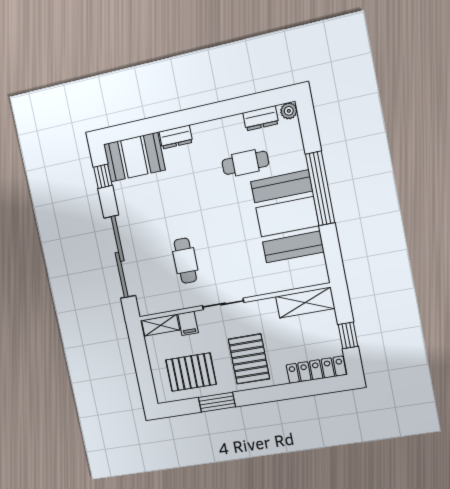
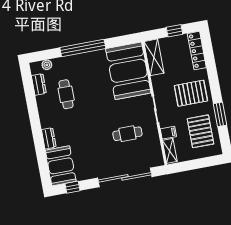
plant: (289, 111) -> (47, 65), moved
booth: (287, 217) -> (128, 71), moved, turned 90

